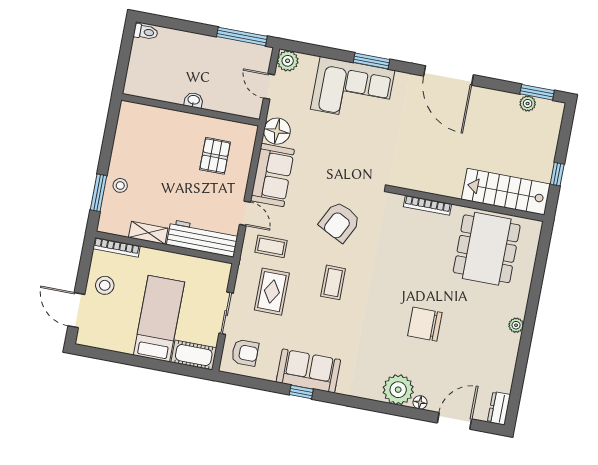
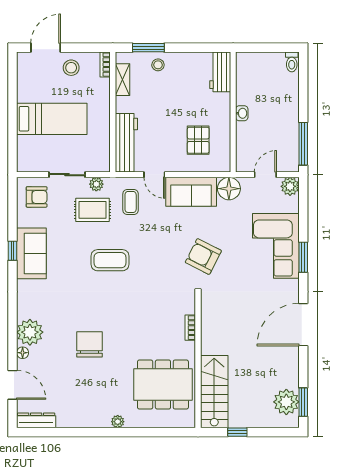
plant: (528, 103) -> (286, 402), width x1.88, depth x1.88
workbench: (142, 116) -> (220, 72), added
pallet: (215, 156) -> (198, 140), turned 90
bookcase: (428, 205) -> (190, 328), width x0.64
door: (245, 213) -> (154, 175), hinge flipped
armchair: (340, 222) -> (203, 256), moved
shelving: (148, 233) -> (122, 80), moved
bookcase: (117, 247) -> (105, 65), width x0.64
plant: (243, 282) -> (96, 184), added
coffee table: (333, 282) -> (110, 260), width x1.36, depth x1.30
plant: (516, 325) -> (118, 422), moved
armchair: (245, 353) -> (37, 197), turned -90
cot: (194, 355) -> (26, 154), removed
dresser: (499, 408) -> (36, 420), width x1.44

